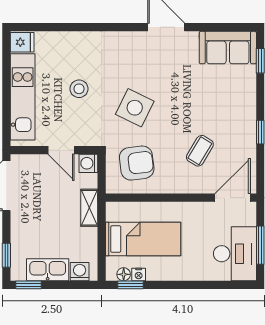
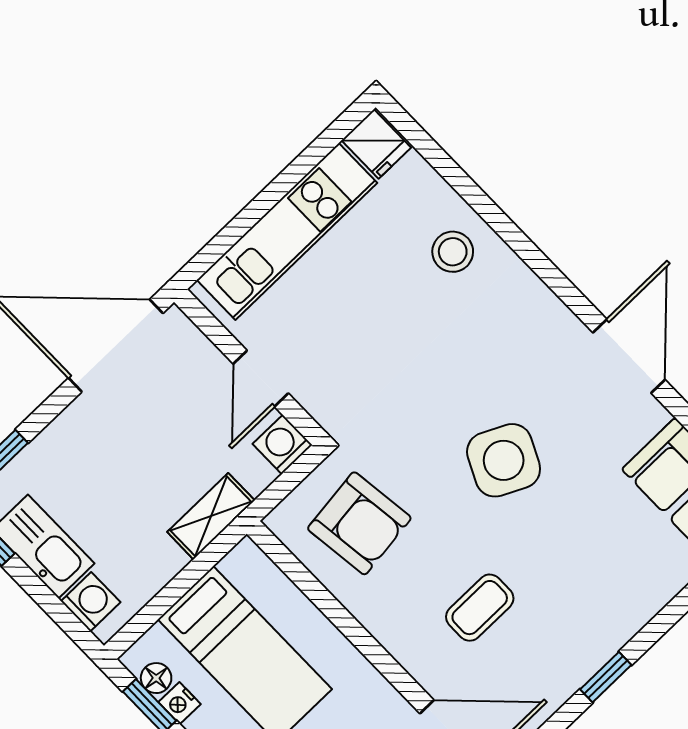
stool: (79, 89) -> (453, 252), moved
side table: (135, 108) -> (504, 460), moved
coffee table: (200, 151) -> (480, 608), turned -31

